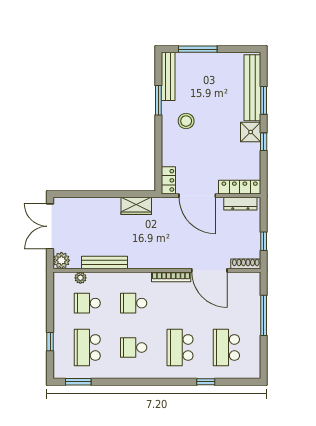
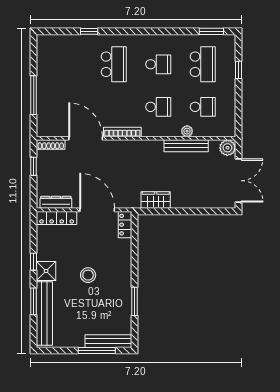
bench: (168, 76) -> (108, 341), moved, turned 90
stool: (186, 121) -> (88, 275), moved
plant: (80, 278) -> (187, 131), moved
school desk: (226, 347) -> (69, 64), removed

